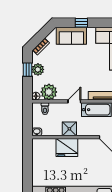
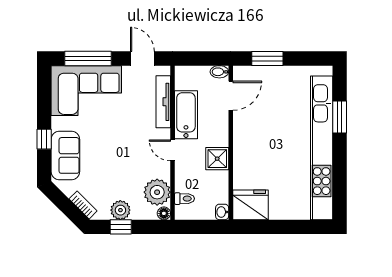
fridge: (67, 148) -> (250, 205), moved, turned -90

